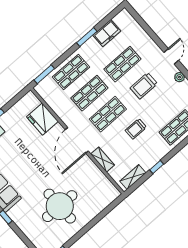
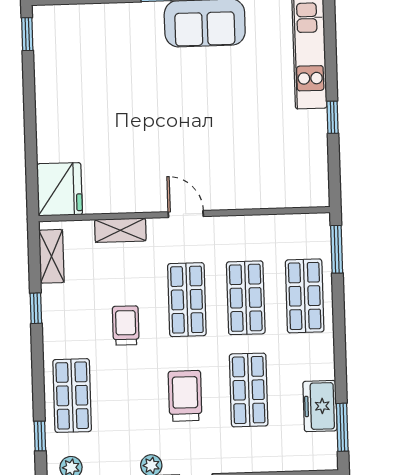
window: (87, 37) -> (342, 427), moved
fridge: (42, 119) -> (60, 189), moved, turned 90
door: (77, 140) -> (186, 214), width x0.53
round table: (60, 206) -> (102, 99), removed

